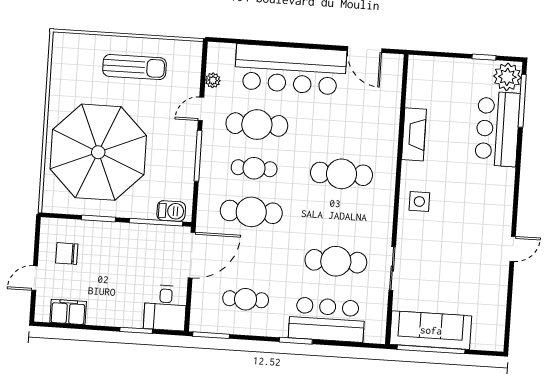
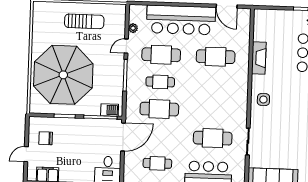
cafe table: (342, 174) -> (216, 57), moved

